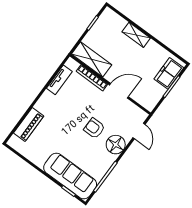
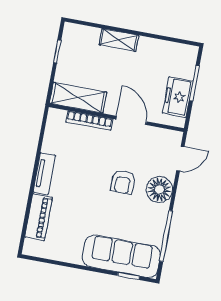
freezer: (169, 73) -> (178, 97), moved
tv unit: (59, 80) -> (44, 174), moved
door: (119, 91) -> (131, 120), hinge flipped
armchair: (94, 128) -> (123, 182), turned -90
door: (139, 131) -> (180, 158), hinge flipped

